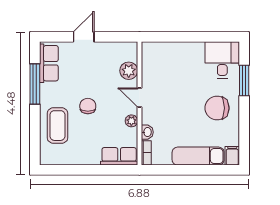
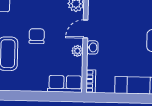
door: (139, 97) -> (85, 29), hinge flipped
washbasin: (147, 132) -> (92, 47), moved

